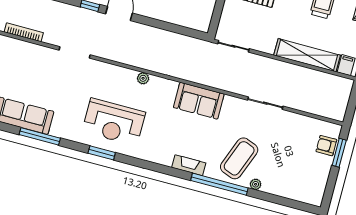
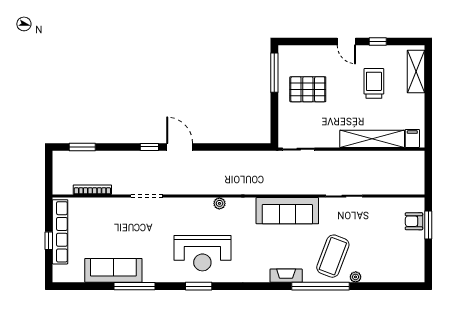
sofa: (199, 101) -> (287, 211), width x1.36

